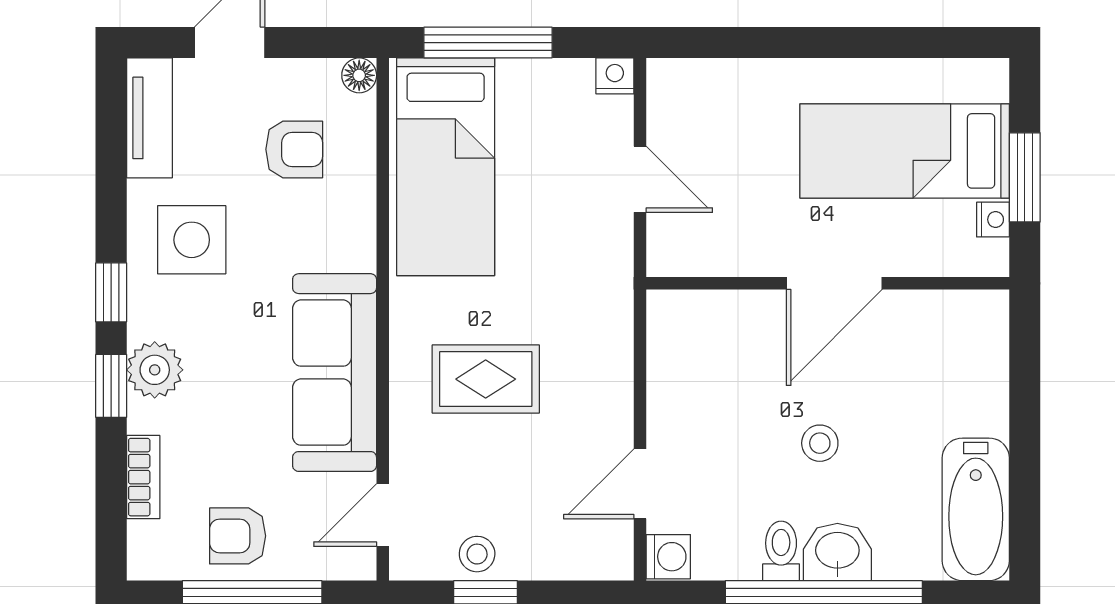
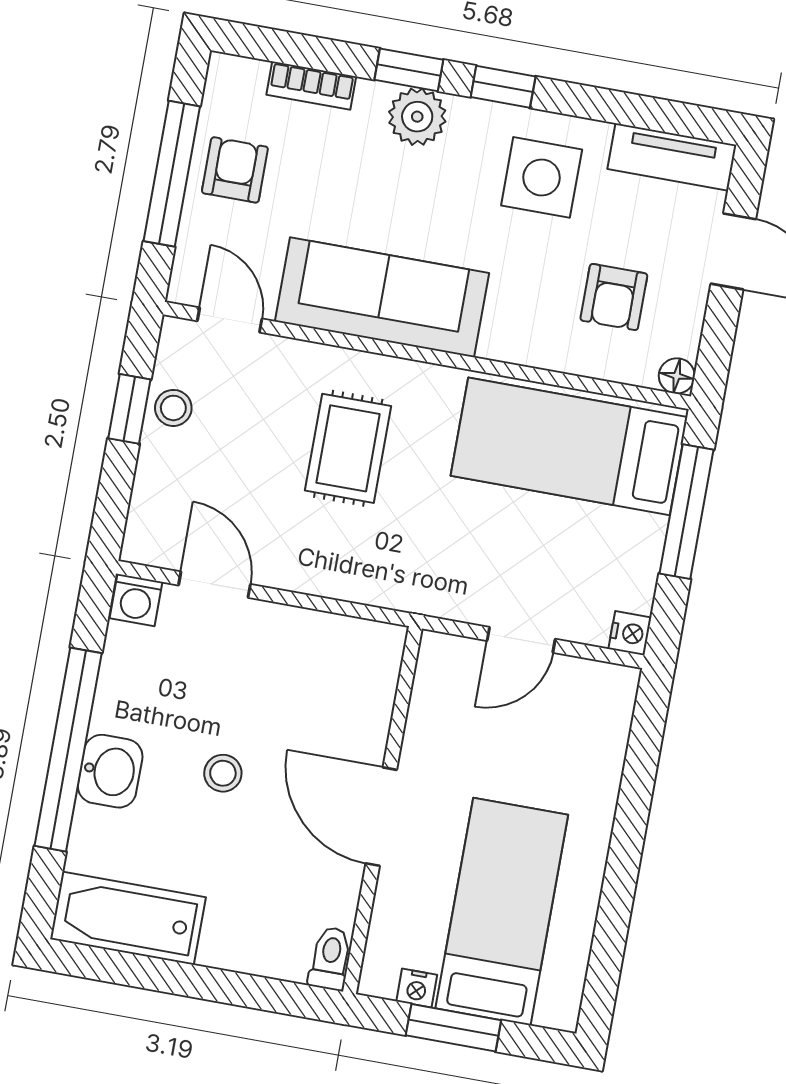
toilet: (781, 551) -> (330, 959), moved, turned -90

